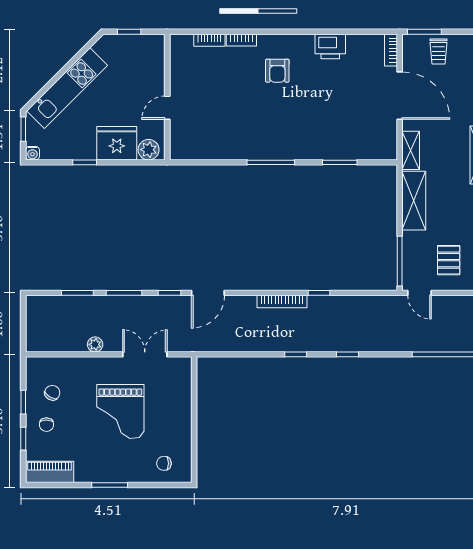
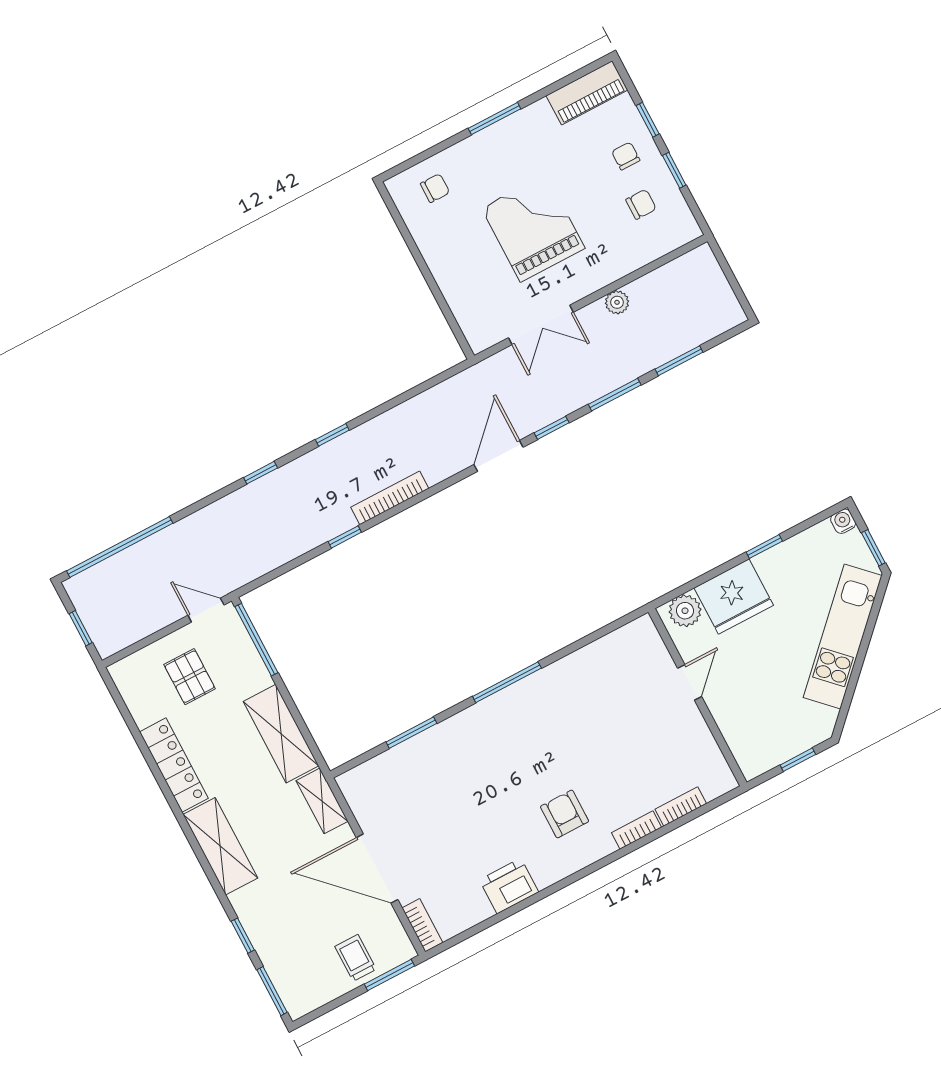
chair: (52, 393) -> (641, 204), turned -121

